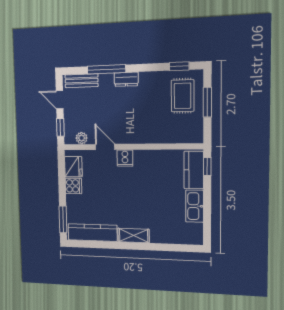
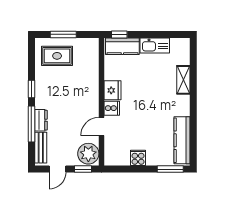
window: (179, 66) -> (31, 89), moved
dresser: (126, 79) -> (41, 120), moved
plant: (82, 138) -> (88, 154), width x1.88, depth x1.88
fridge: (73, 167) -> (113, 90), moved, turned 90
shelving: (134, 235) -> (183, 80), moved

